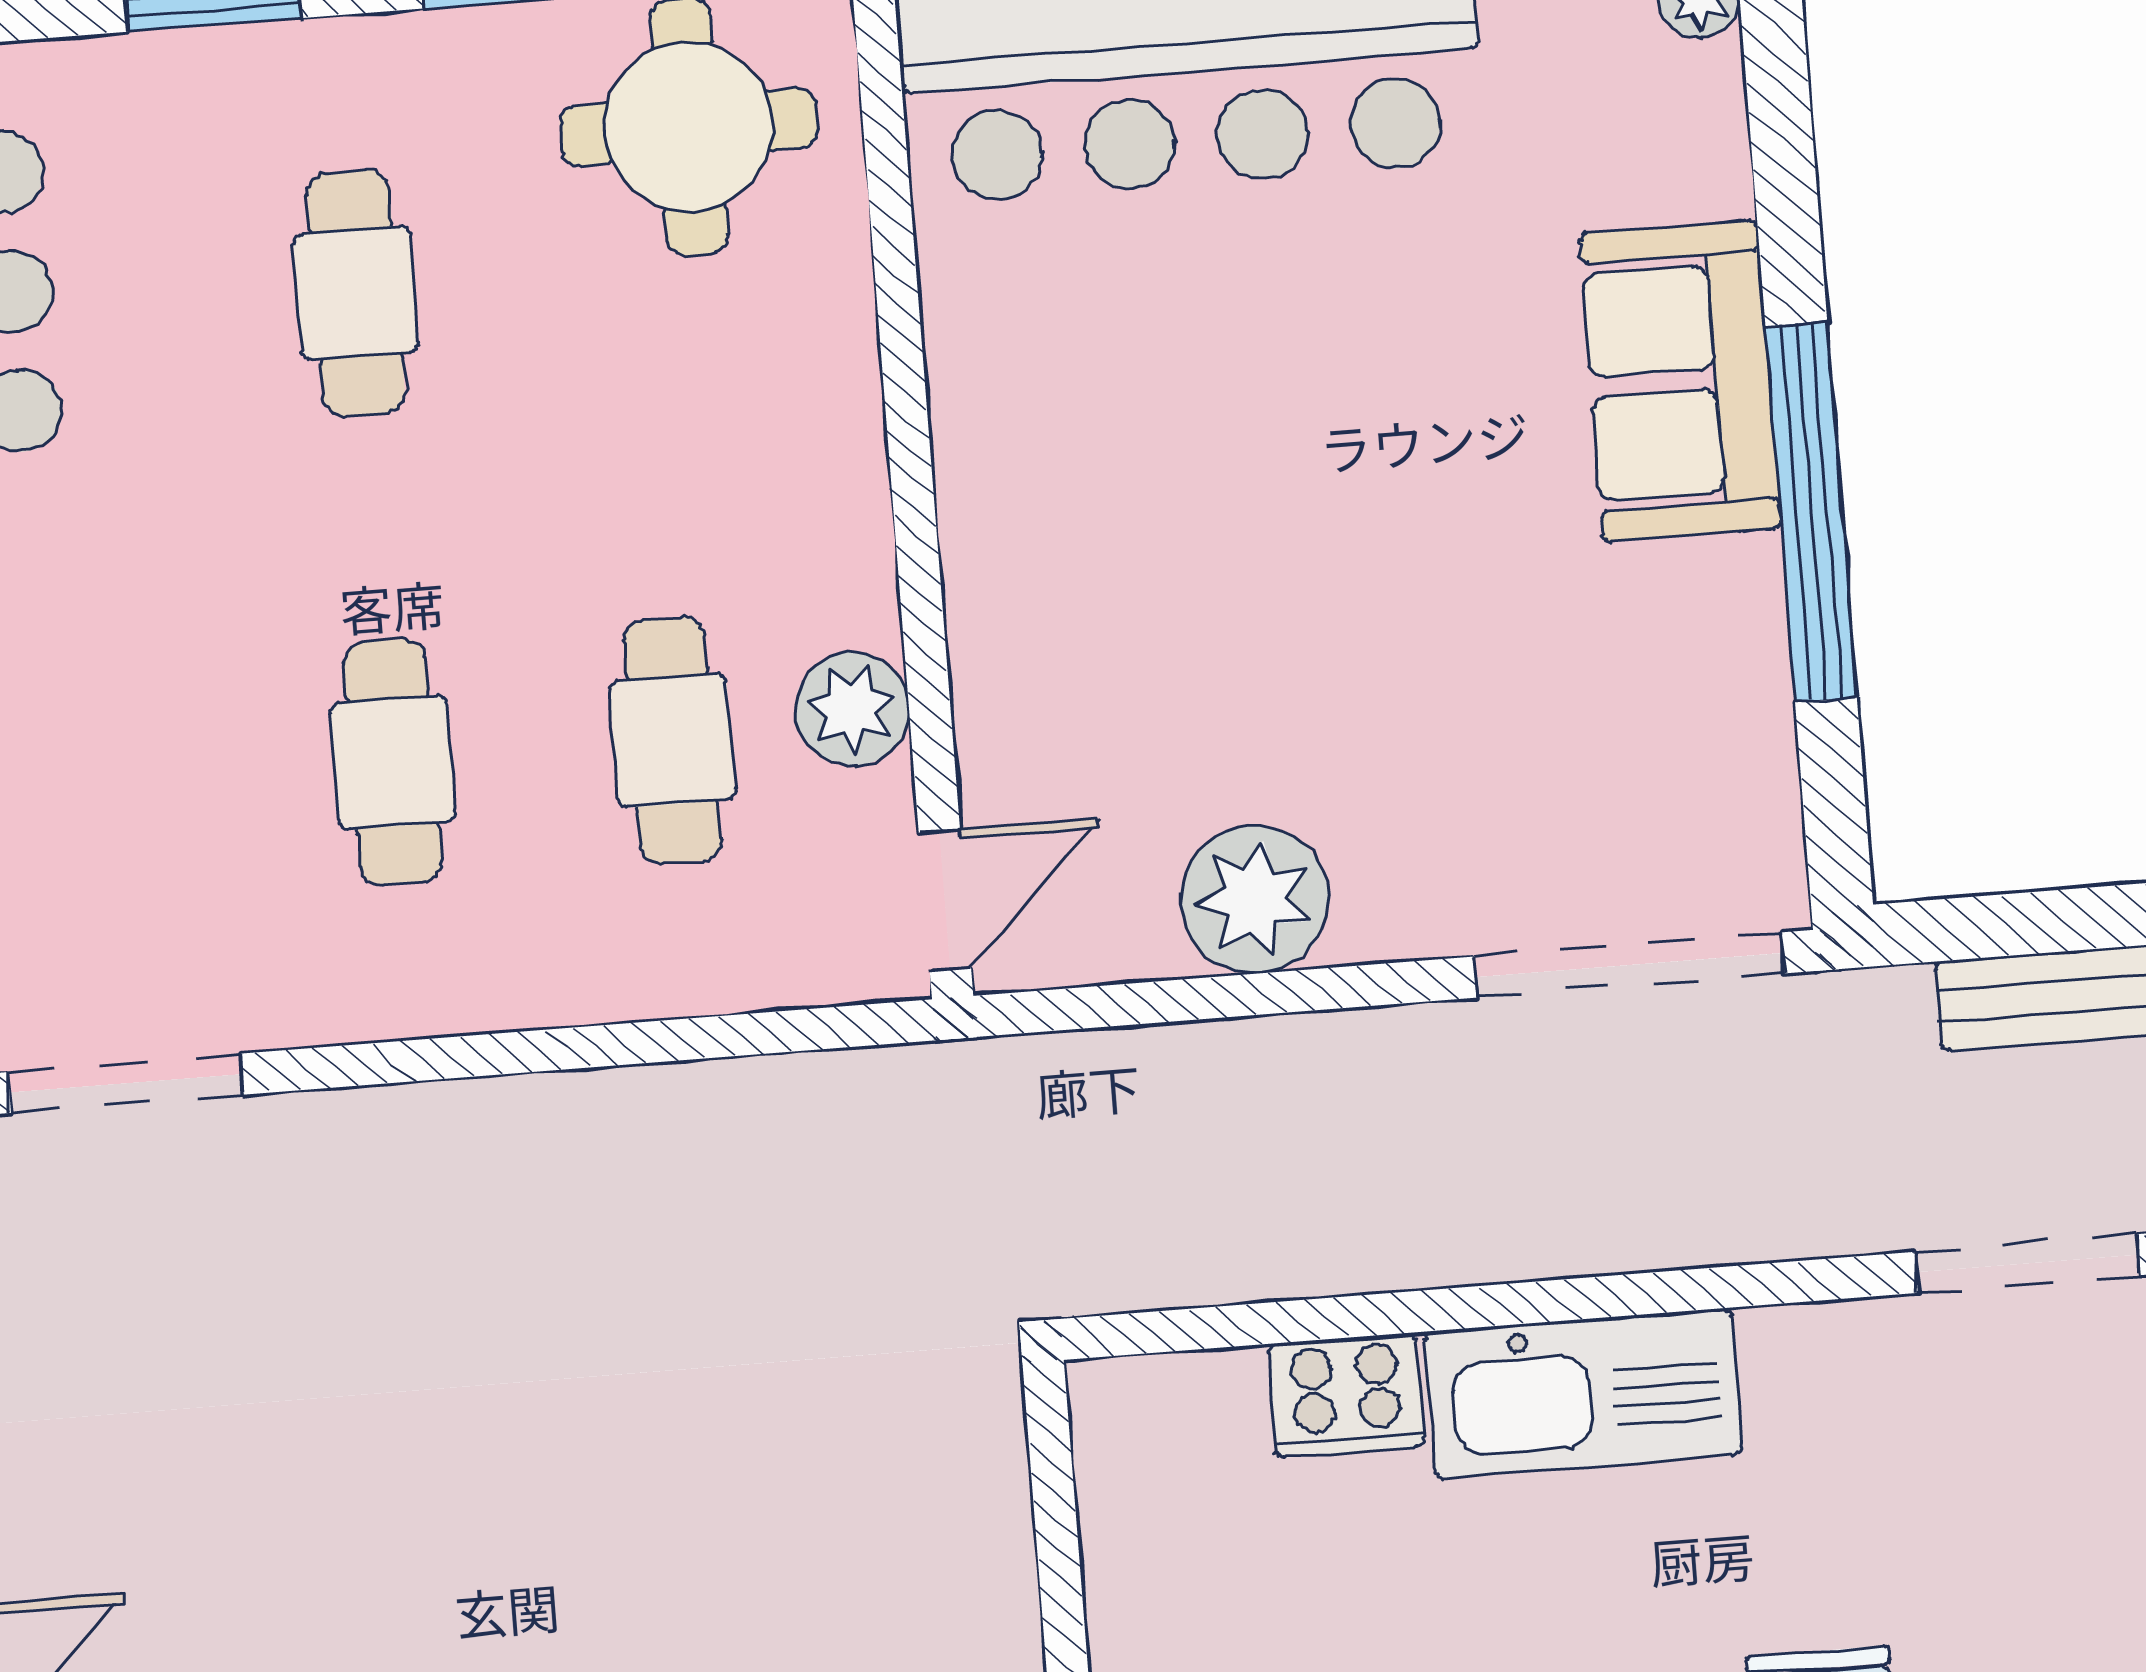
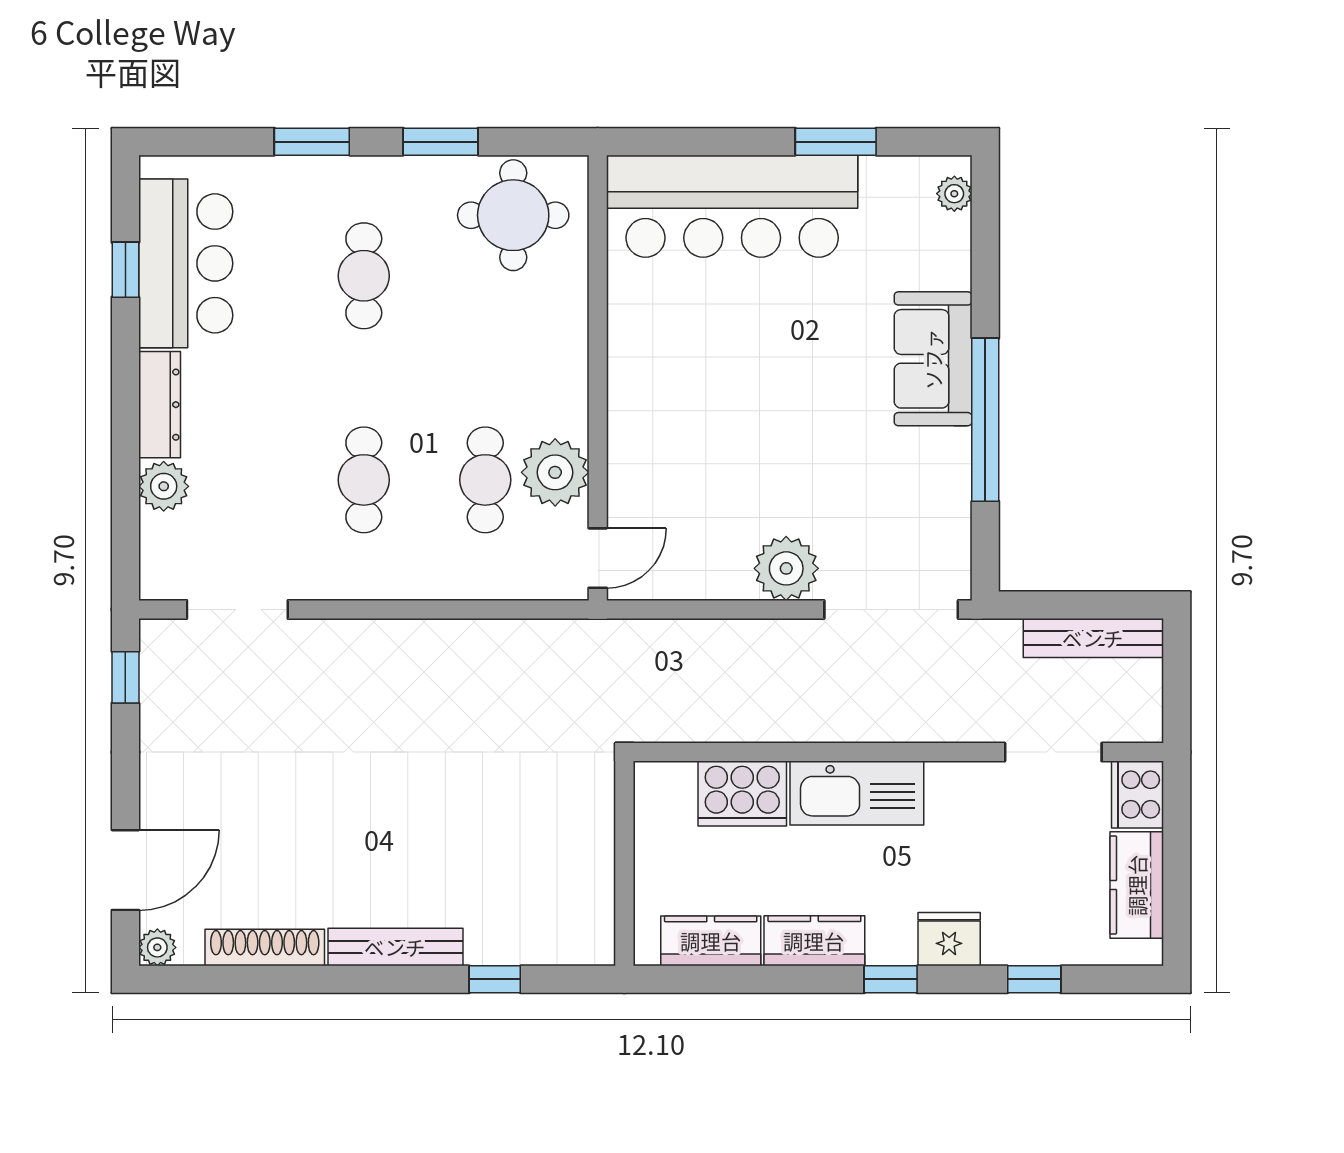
plant: (852, 709) -> (555, 472), width x1.36, depth x1.36
plant: (1254, 900) -> (786, 568), moved
cooker: (1346, 1395) -> (742, 794), width x1.37, depth x1.31

